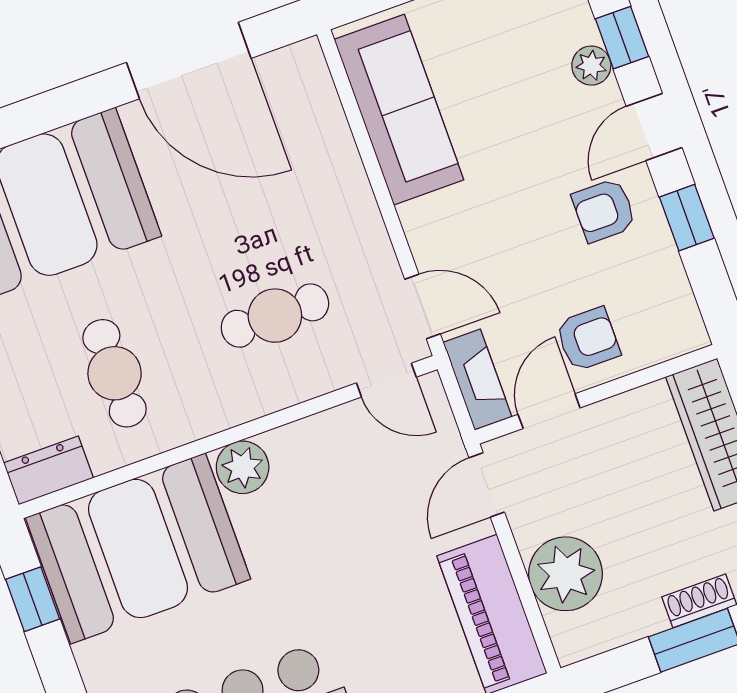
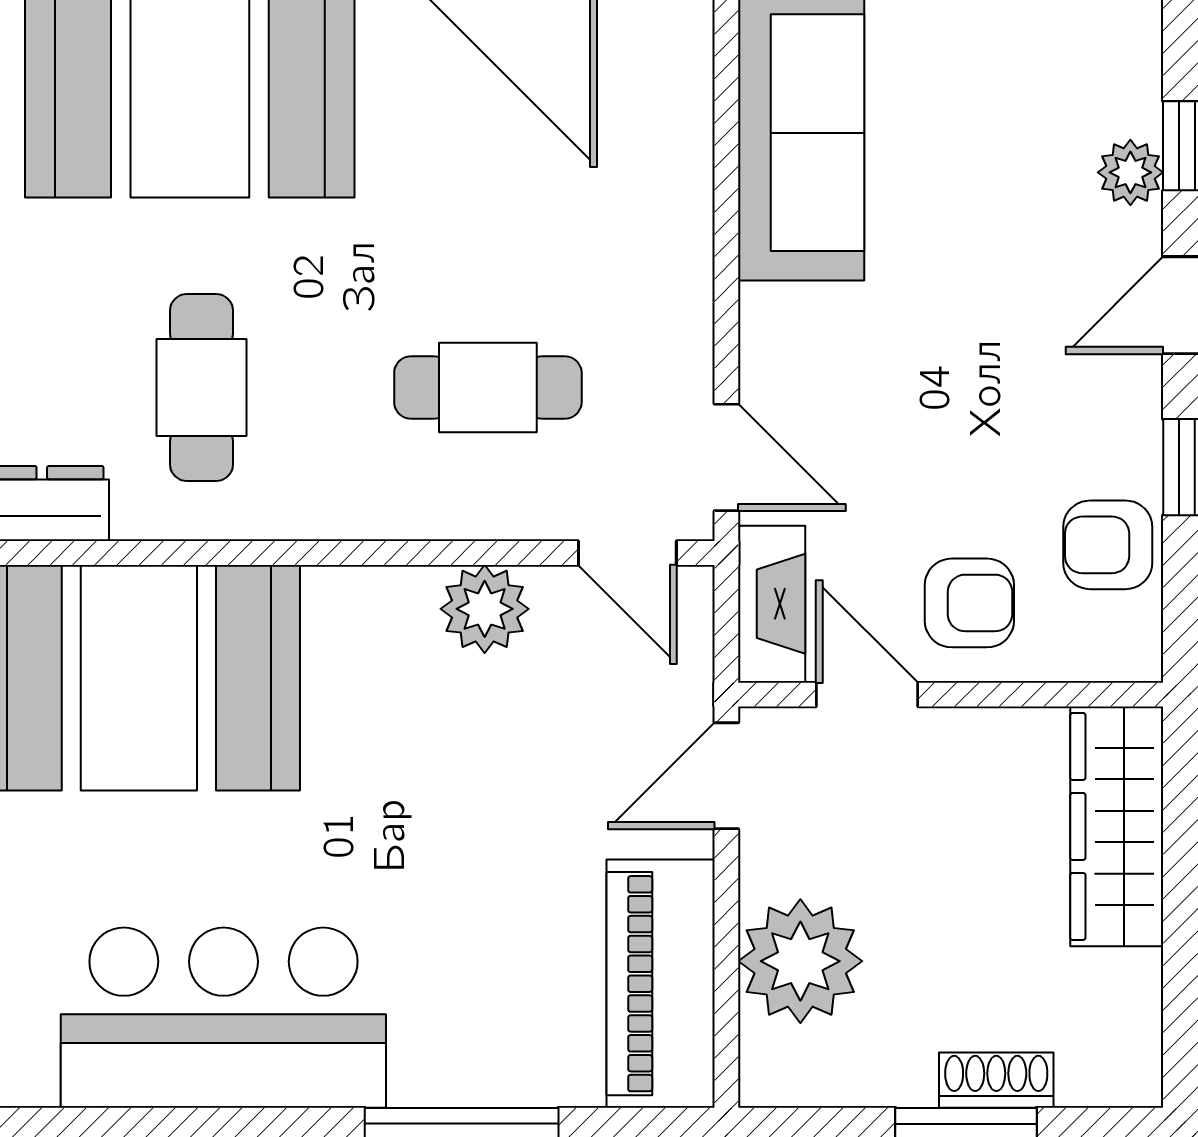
armchair: (604, 210) -> (1108, 545), moved
door: (549, 411) -> (867, 695), hinge flipped
plant: (243, 467) -> (485, 609), moved

